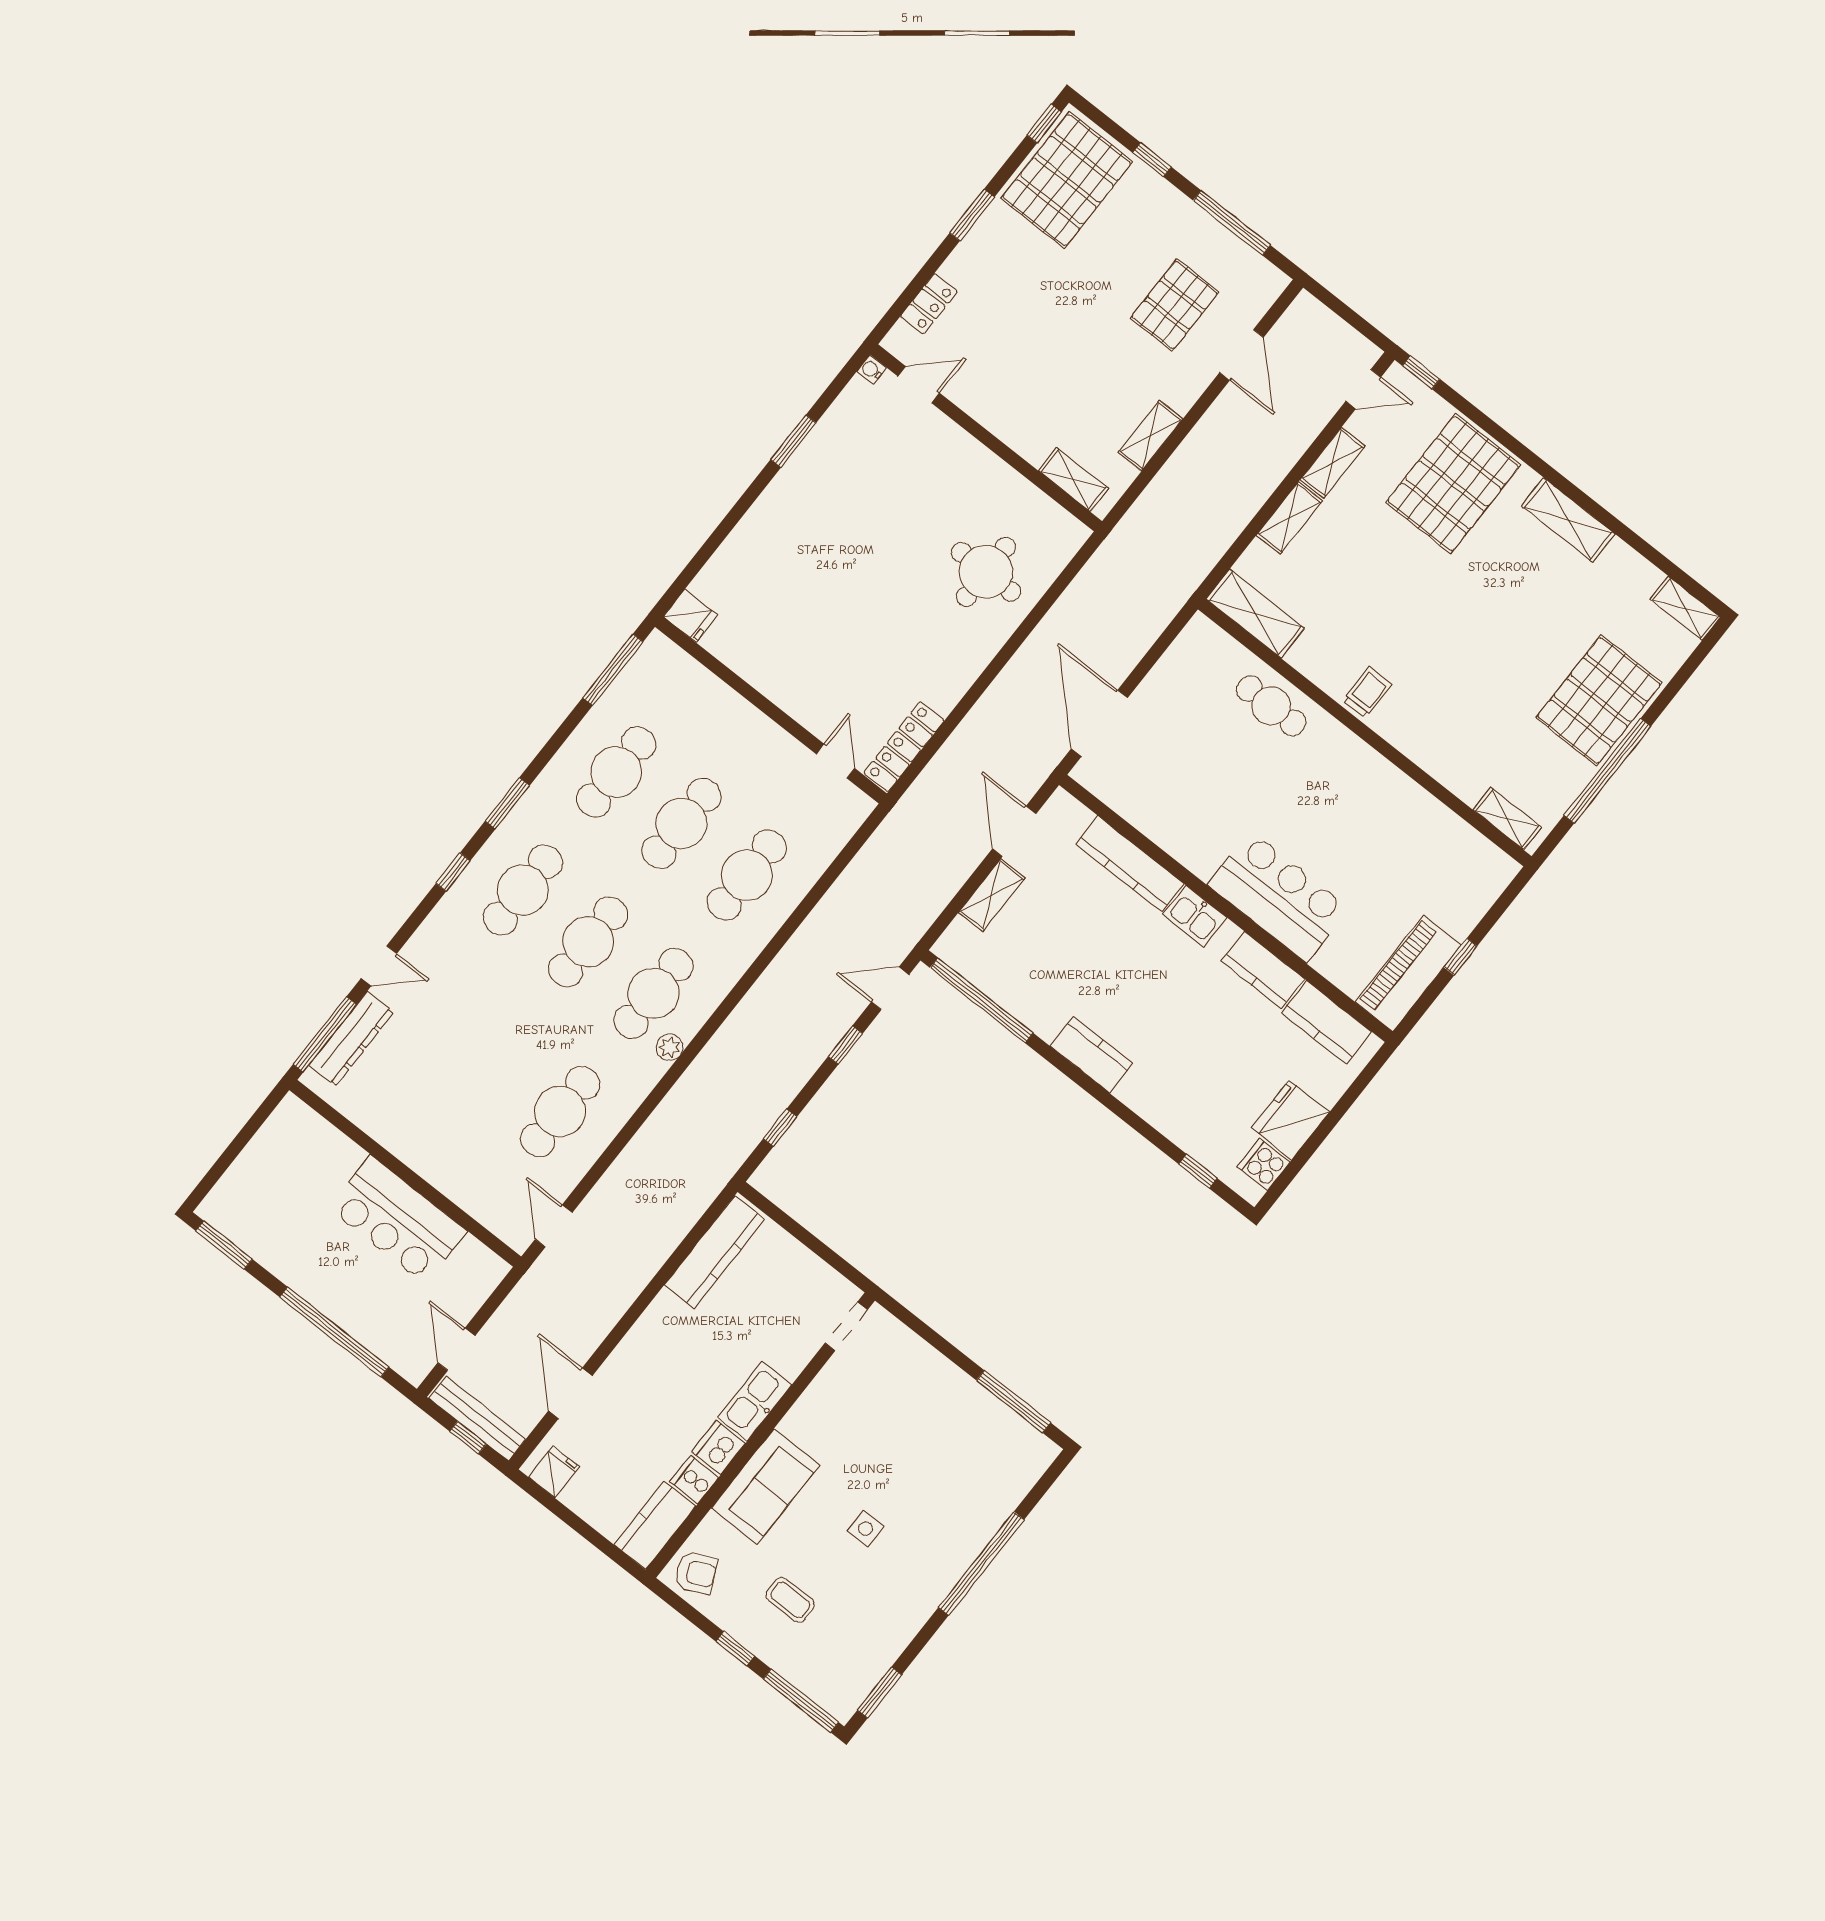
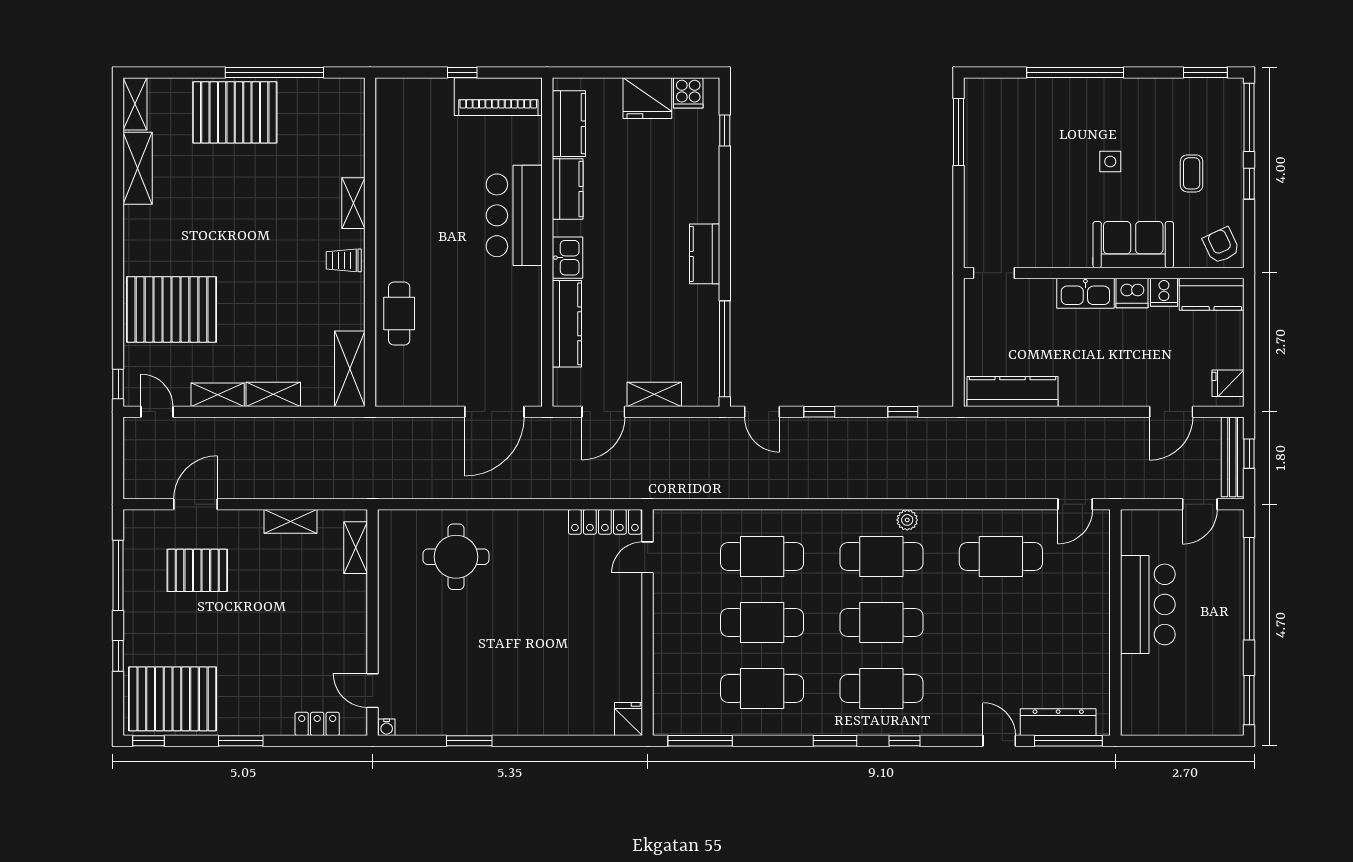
shelving: (1568, 520) -> (138, 168), moved
shelving: (1507, 818) -> (353, 203), moved

